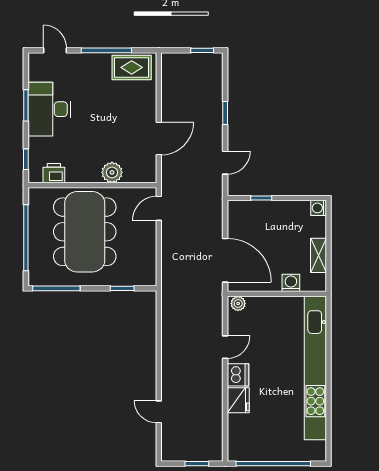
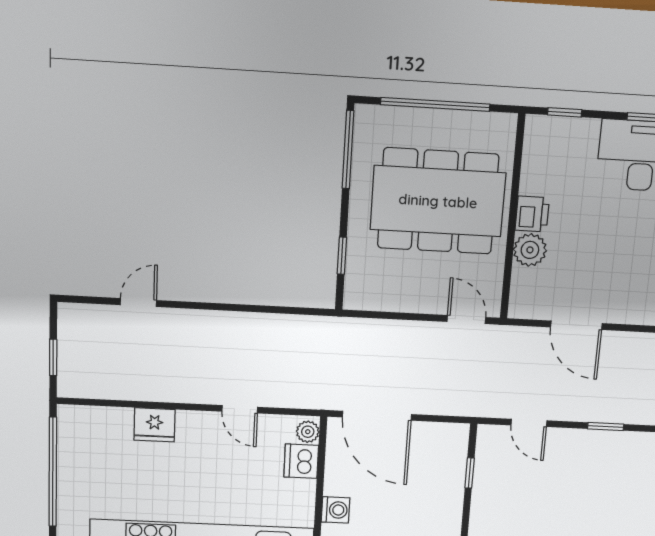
printer: (54, 173) -> (532, 214), moved
door: (225, 260) -> (377, 416), hinge flipped
dishwasher: (238, 375) -> (301, 461), moved, turned 90

